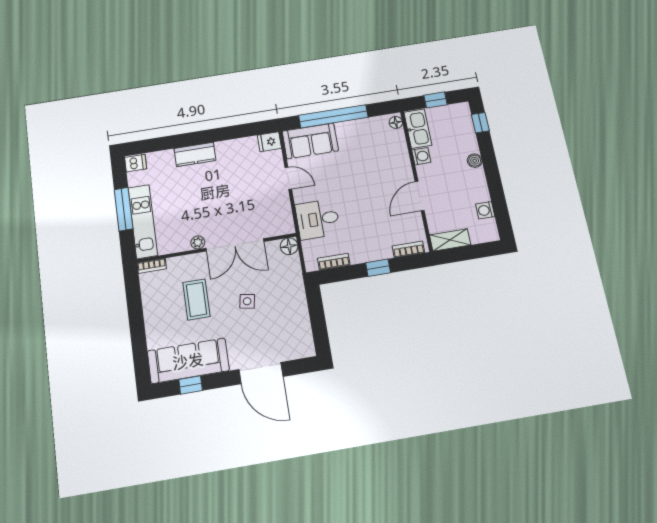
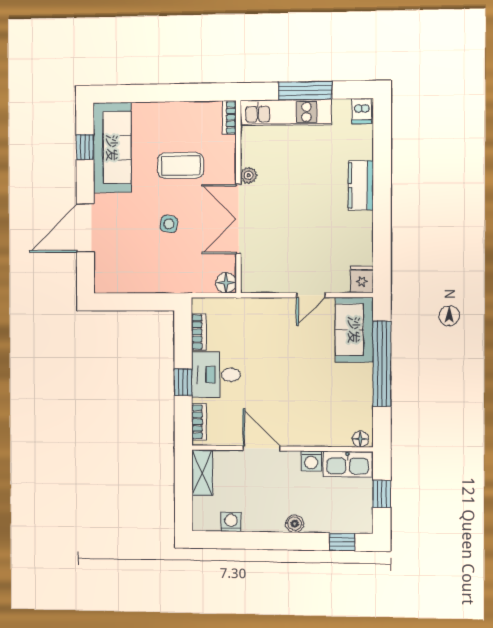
desk: (318, 219) -> (216, 375), moved, turned -90

